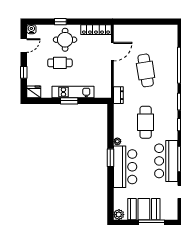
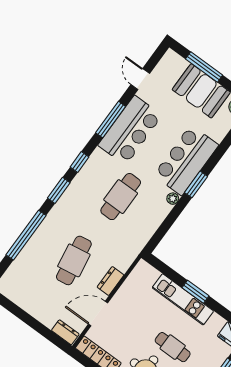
dresser: (122, 29) -> (65, 332), added
dresser: (118, 95) -> (110, 281), moved

